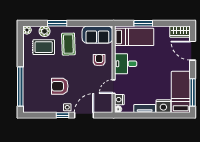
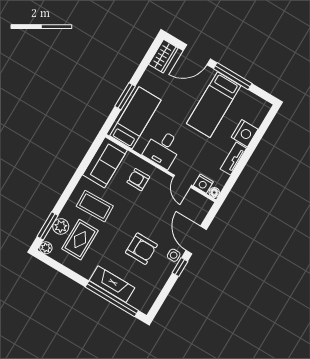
window: (57, 23) -> (47, 226), moved
fireplace: (29, 81) -> (112, 284), added
armchair: (60, 86) -> (141, 249), turned -90
bed: (181, 92) -> (214, 105), moved, turned -90
window: (193, 92) -> (233, 76), moved

